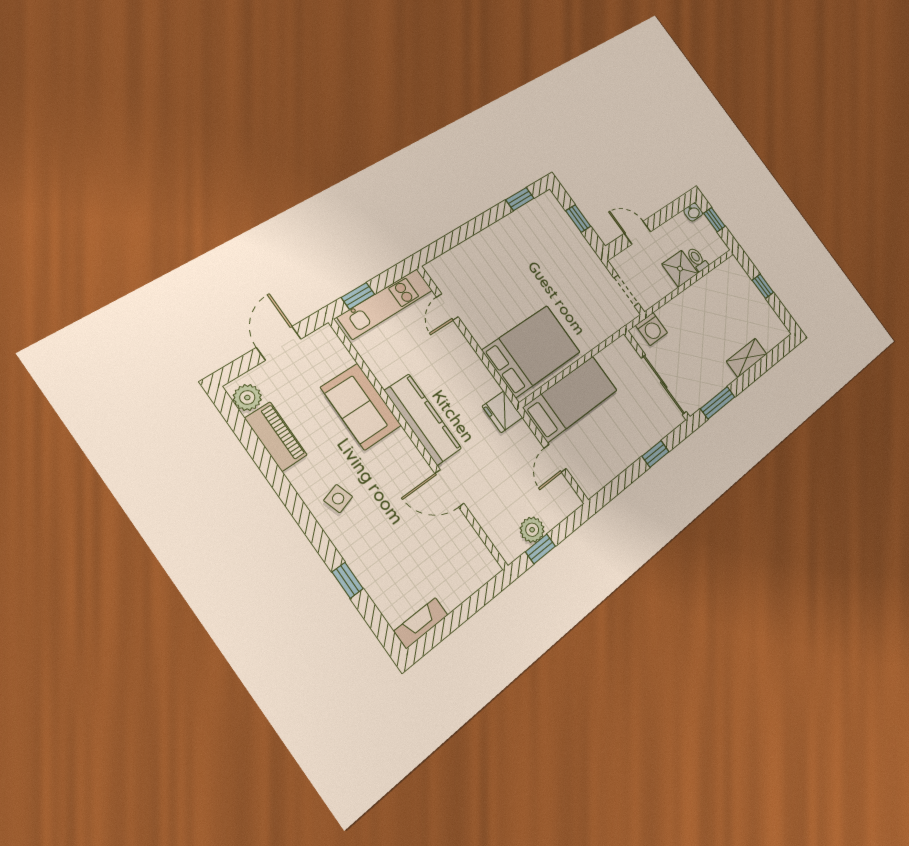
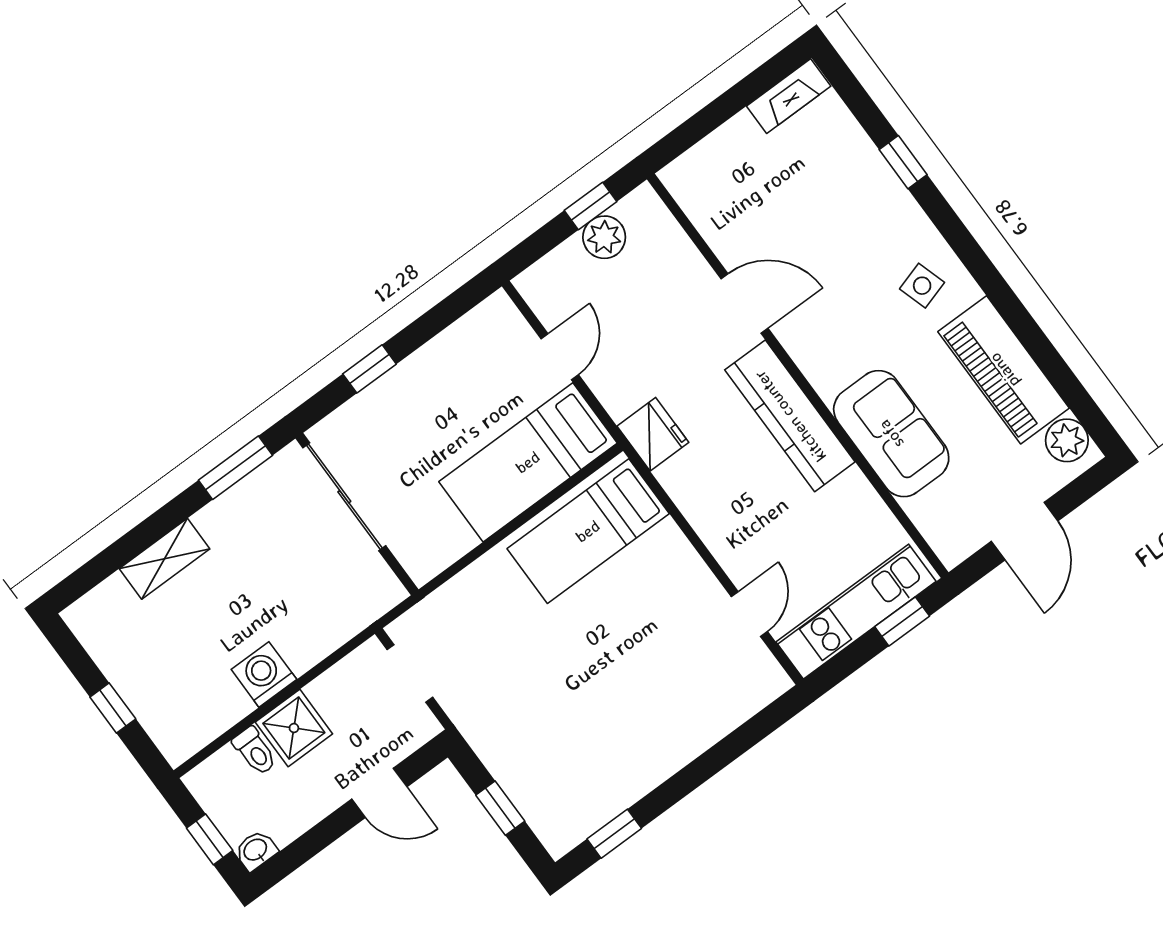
washing machine: (652, 329) -> (264, 674), moved
bed: (531, 351) -> (588, 531), width x0.67
piano: (276, 437) -> (1004, 370), width x1.37, depth x1.33

